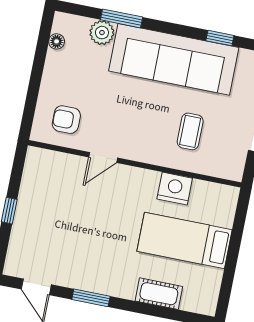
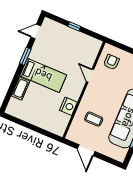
bed: (185, 240) -> (43, 75), moved, turned 90

